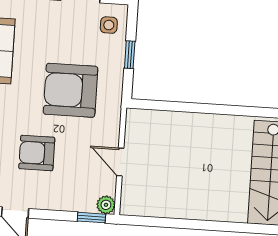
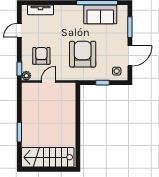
armchair: (37, 153) -> (41, 56), moved
window: (217, 226) -> (19, 132), added

